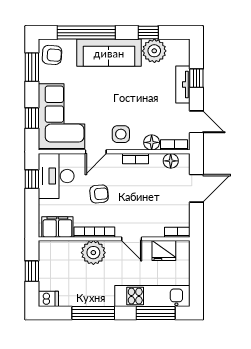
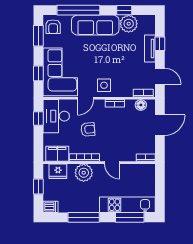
armchair: (52, 55) -> (53, 27), turned 86
floor lamp: (152, 142) -> (127, 91), removed
fridge: (164, 251) -> (58, 171), moved

